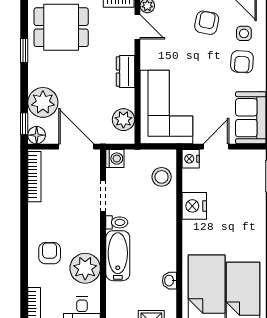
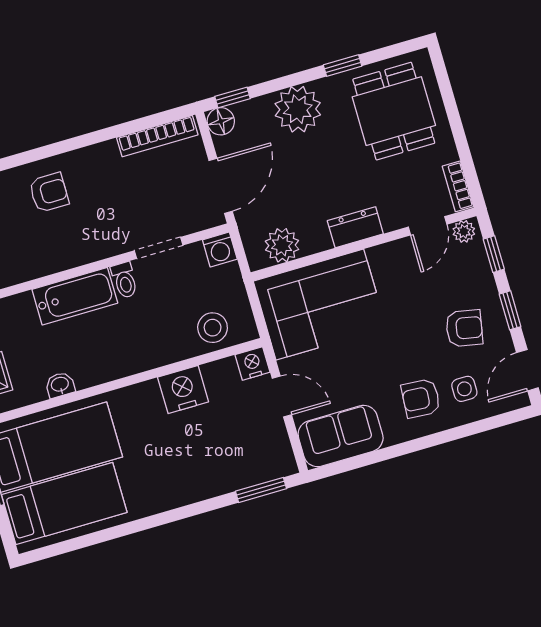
plant: (43, 102) -> (298, 109), moved
plant: (85, 268) -> (42, 253), removed

